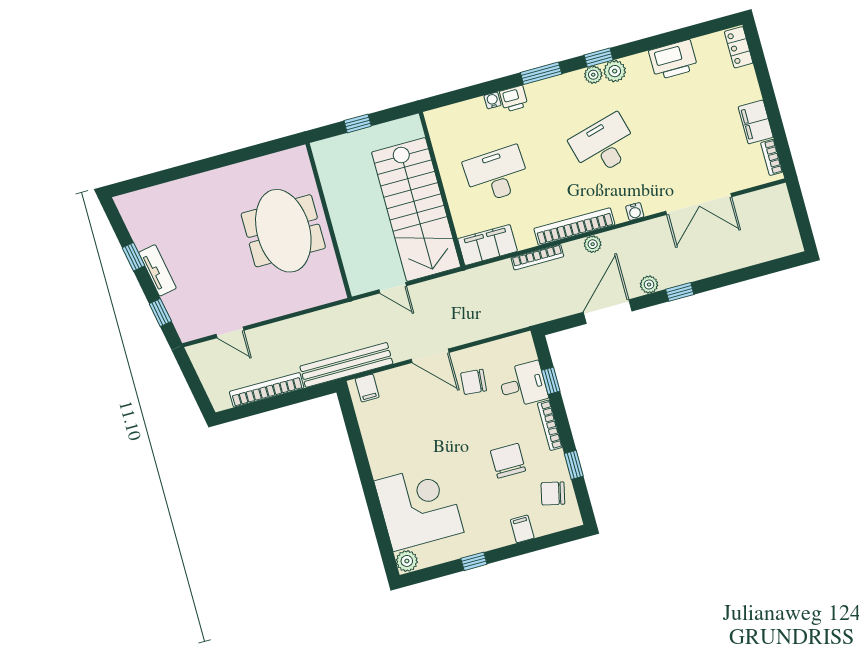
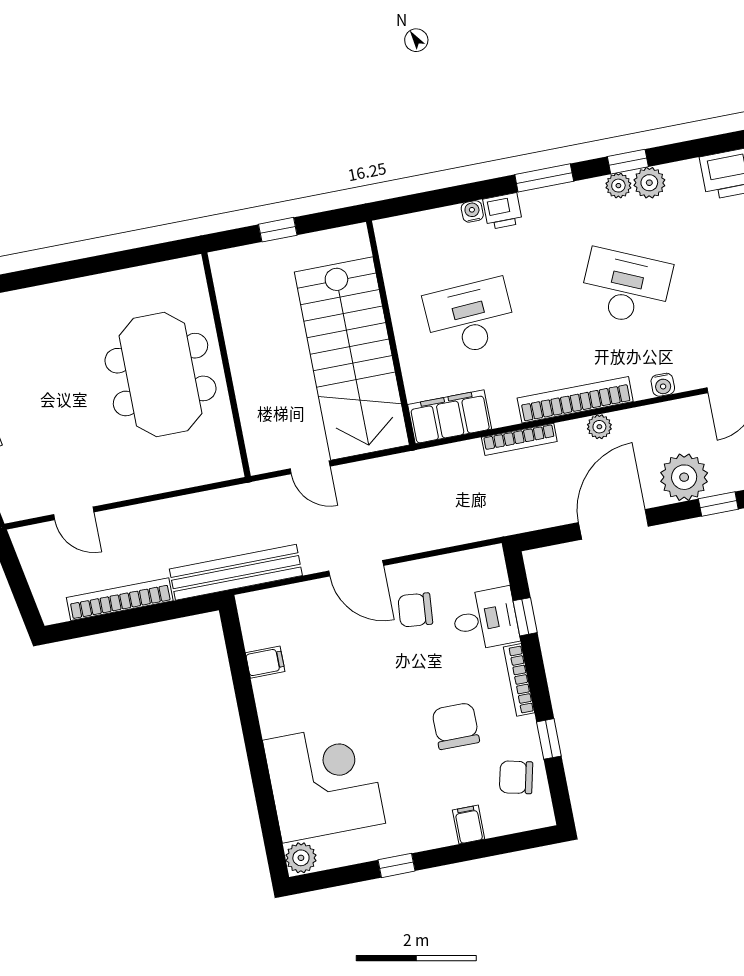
desk: (604, 145) -> (626, 287), turned 39
plant: (649, 285) -> (684, 477), width x1.87, depth x1.87
filing cabinet: (367, 388) -> (265, 662), moved, turned -90

